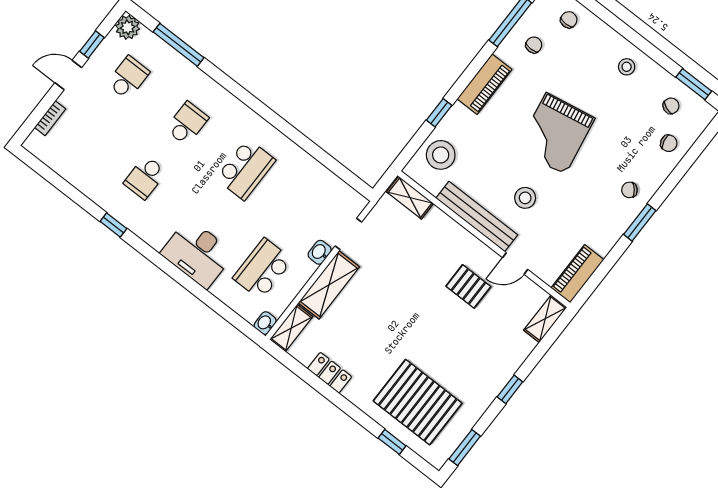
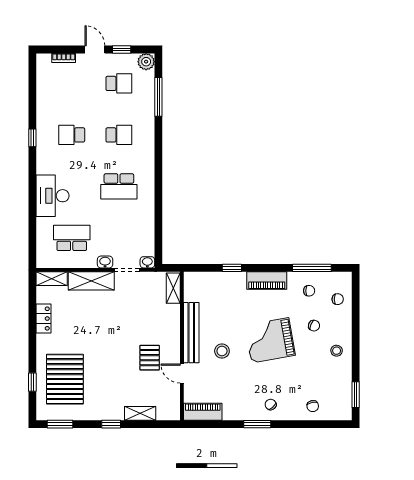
chair: (671, 106) -> (314, 326), moved
stool: (441, 155) -> (209, 287), removed
shelving: (545, 319) -> (140, 413), moved
washbasin: (265, 323) -> (147, 262), moved

